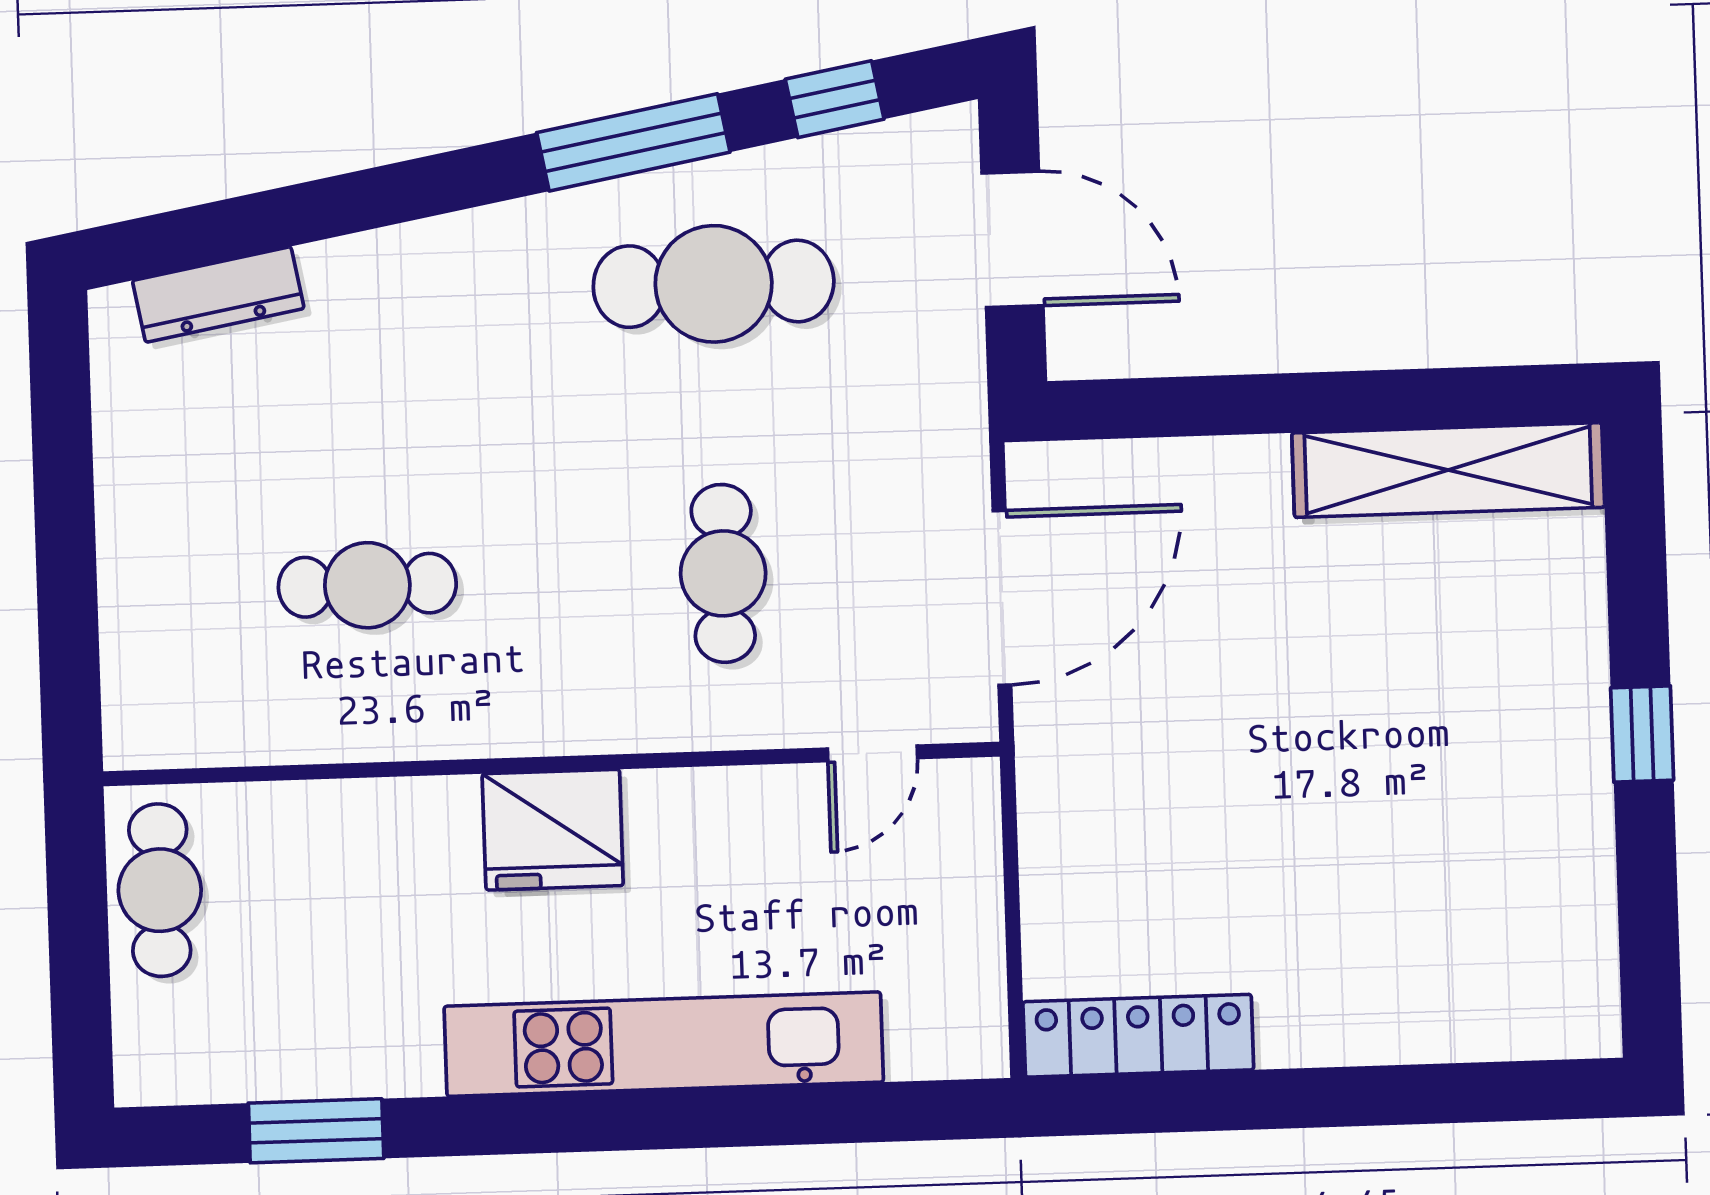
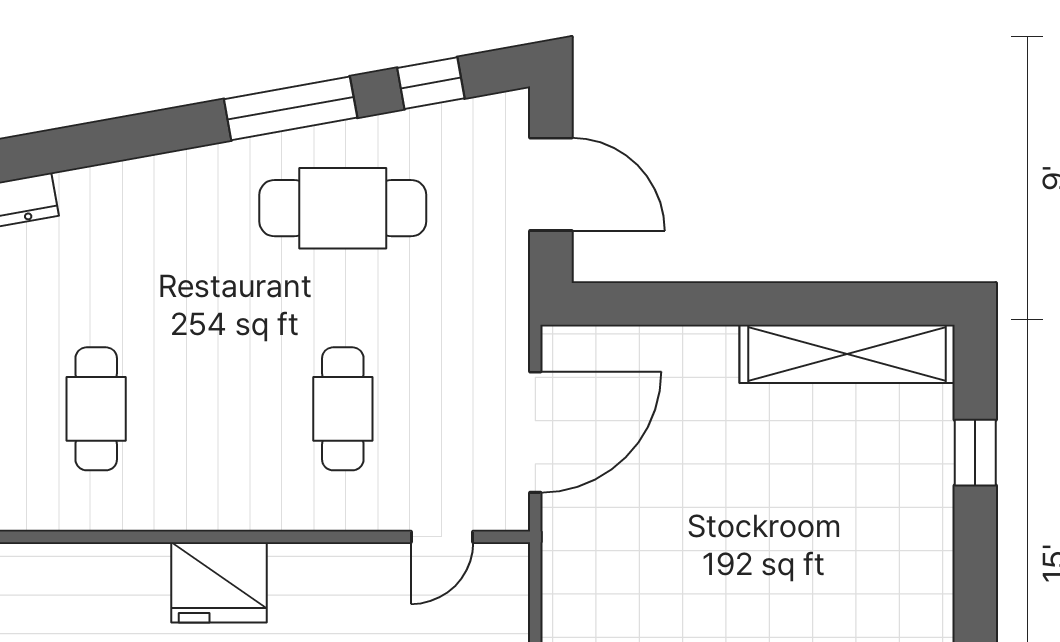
cafe table: (367, 585) -> (96, 409), turned 90
window: (1642, 734) -> (975, 453), moved

